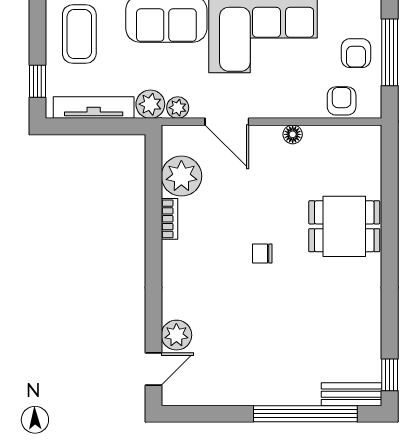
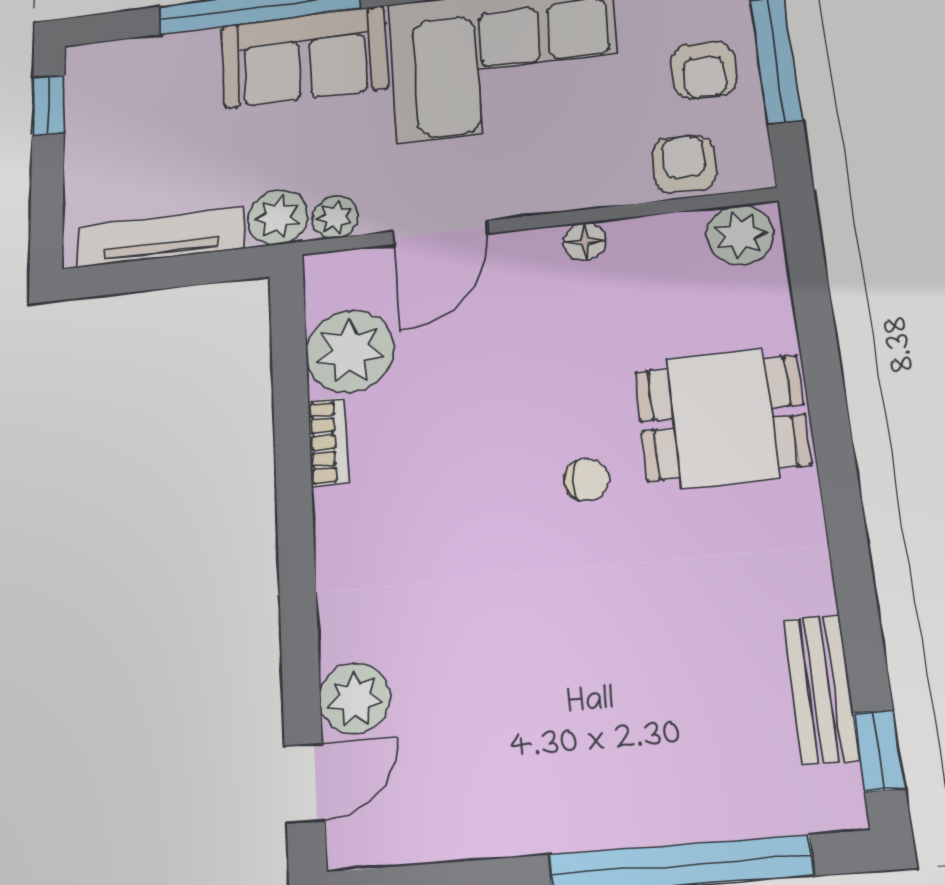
coffee table: (79, 34) -> (131, 105), removed
window: (37, 81) -> (48, 105), moved
door: (227, 122) -> (441, 232), hinge flipped
plant: (362, 140) -> (740, 235), added
chair: (262, 253) -> (587, 479), moved, turned 180
bench: (351, 394) -> (821, 689), moved, turned 90

